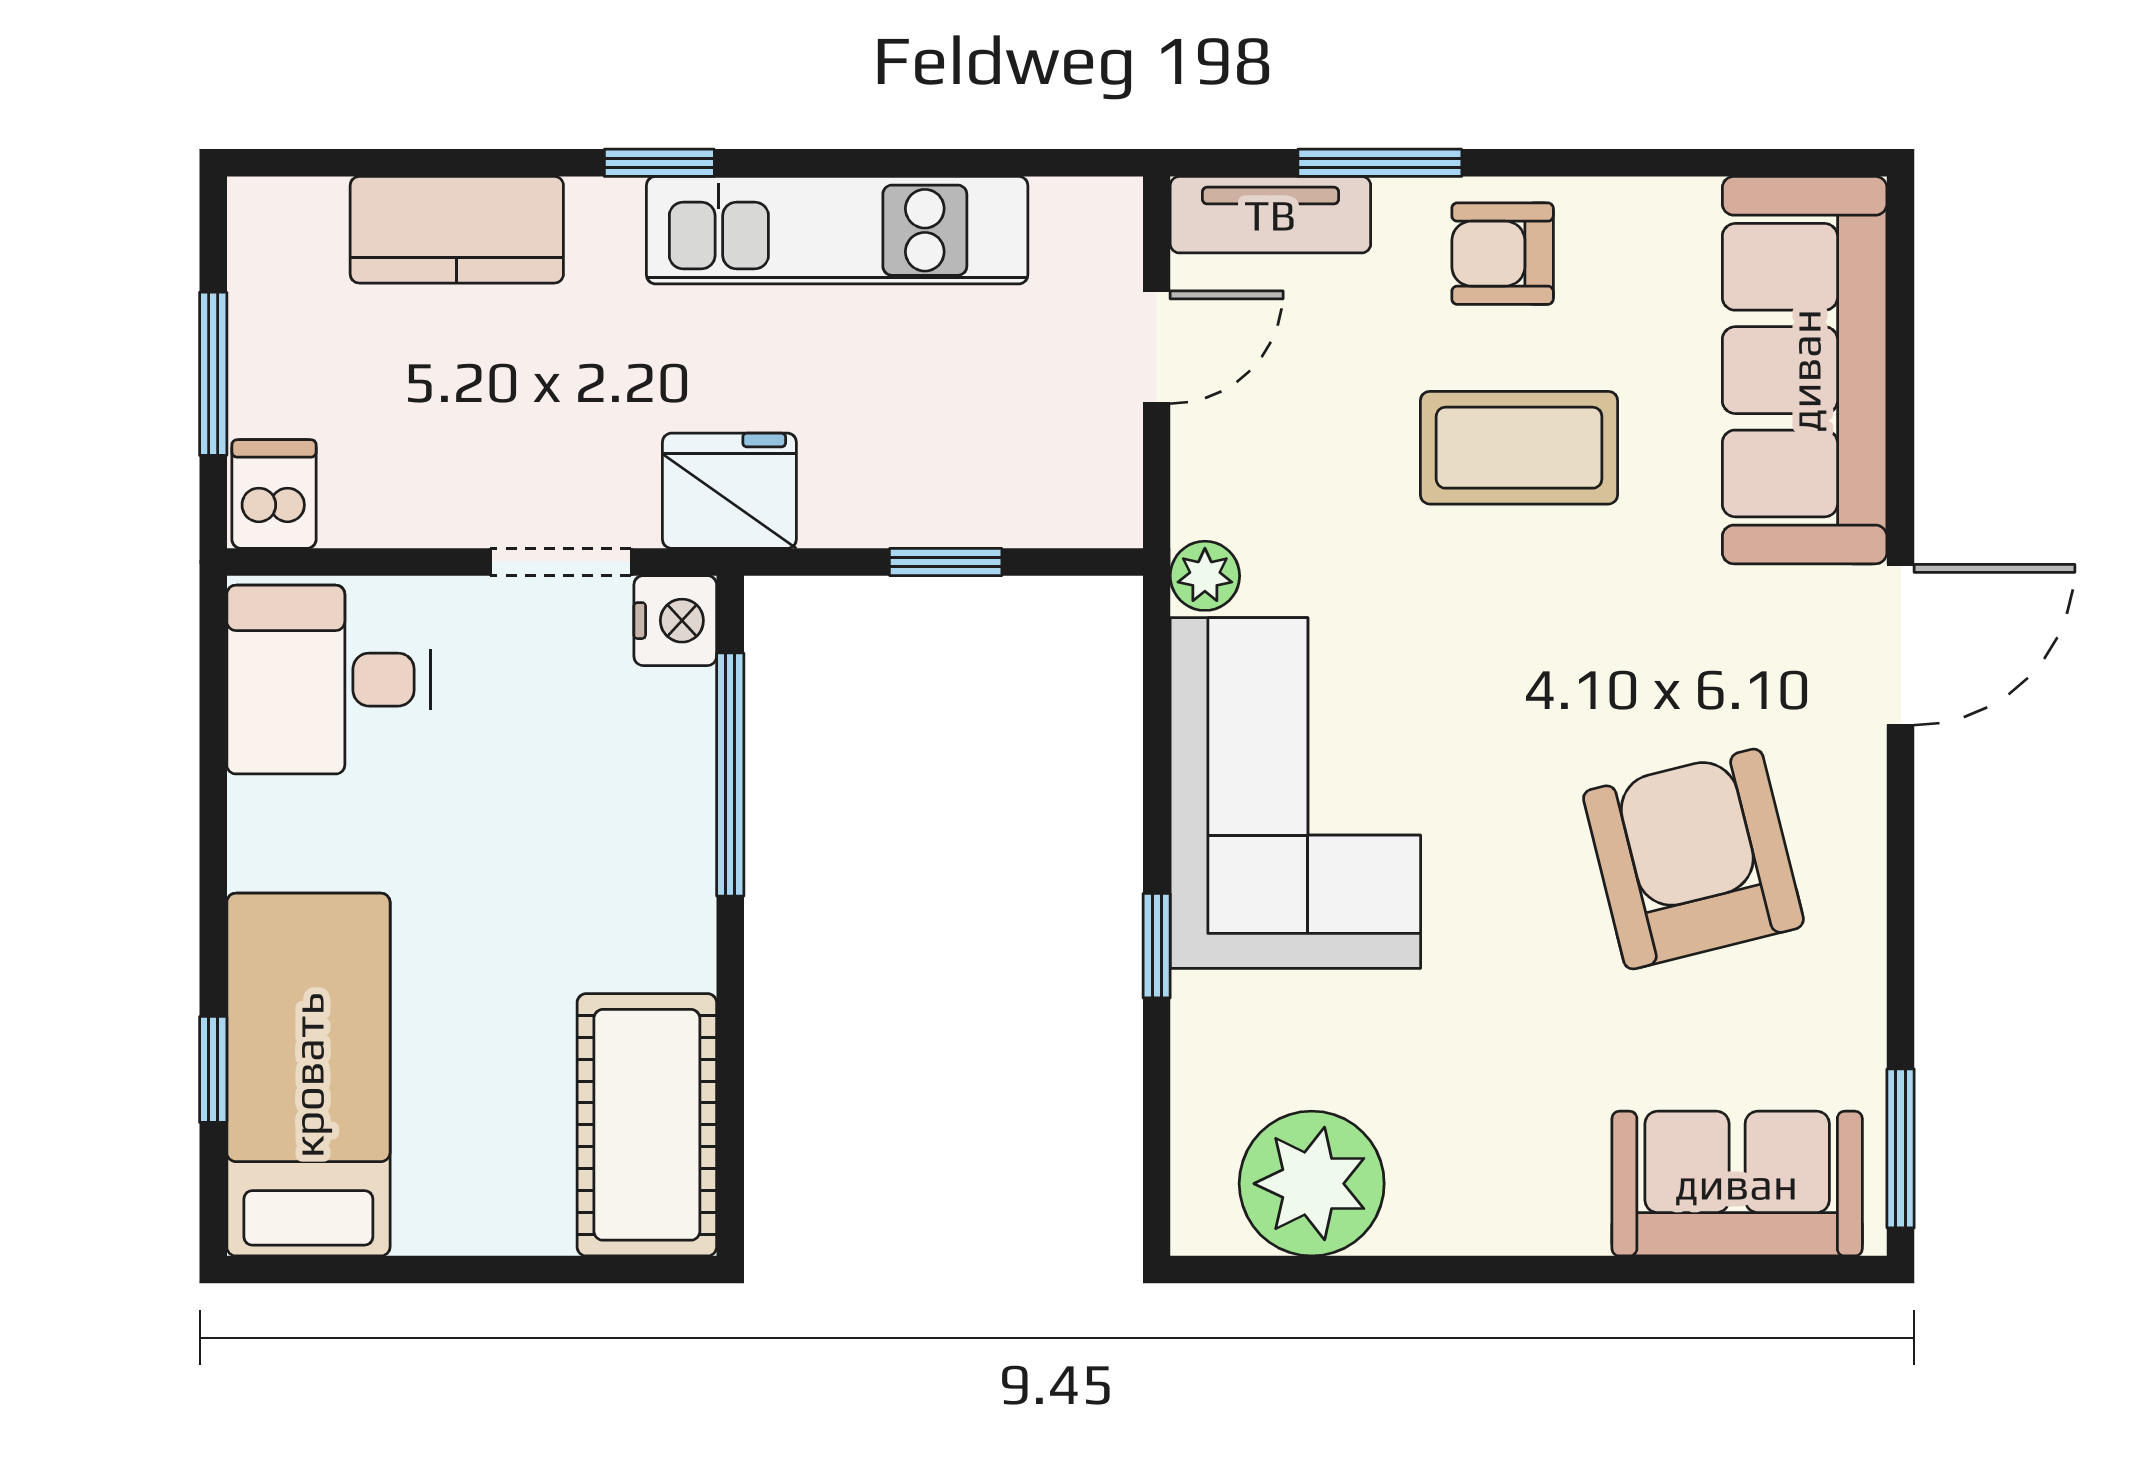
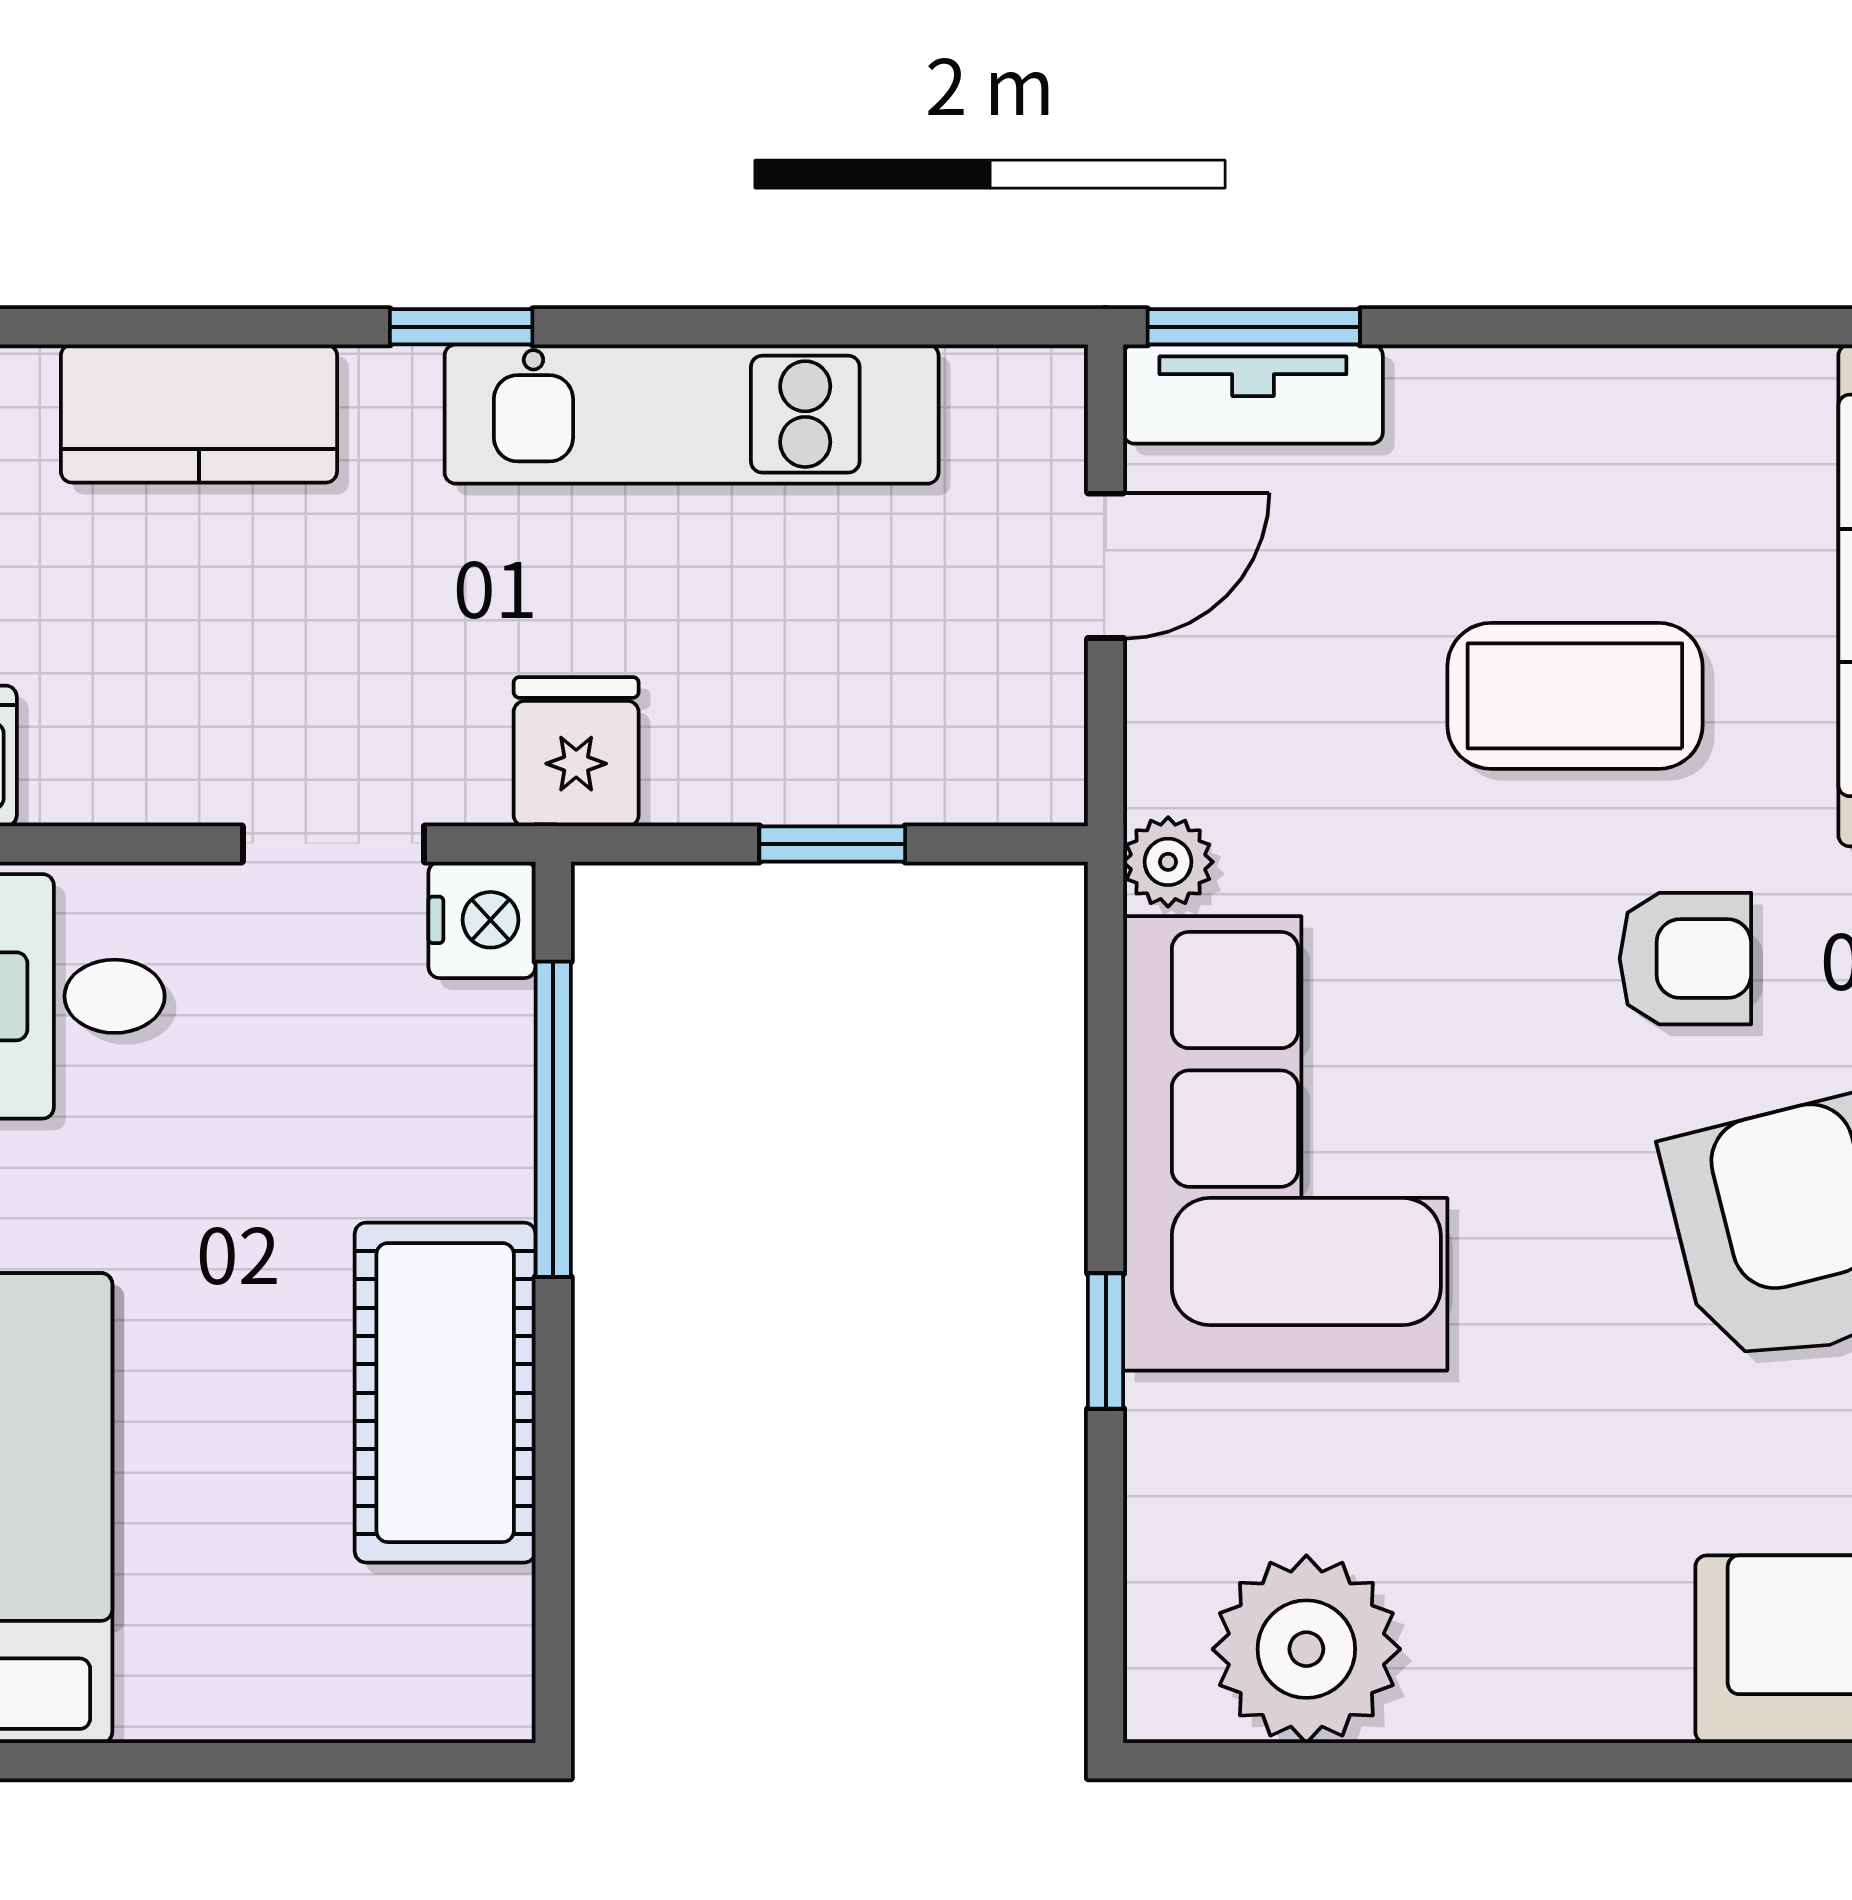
window: (1380, 163) -> (1254, 327), moved
armchair: (1503, 254) -> (1685, 959), moved, turned 180
fridge: (729, 491) -> (576, 752), width x0.72
cot: (647, 1125) -> (445, 1393), moved

